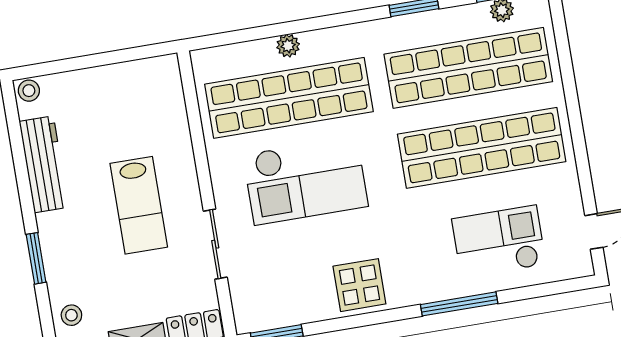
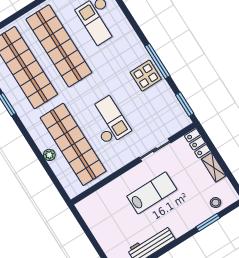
checkout: (305, 180) -> (108, 121), width x0.73, depth x0.83
window: (36, 258) -> (208, 222), moved
window: (459, 304) -> (157, 61), moved

